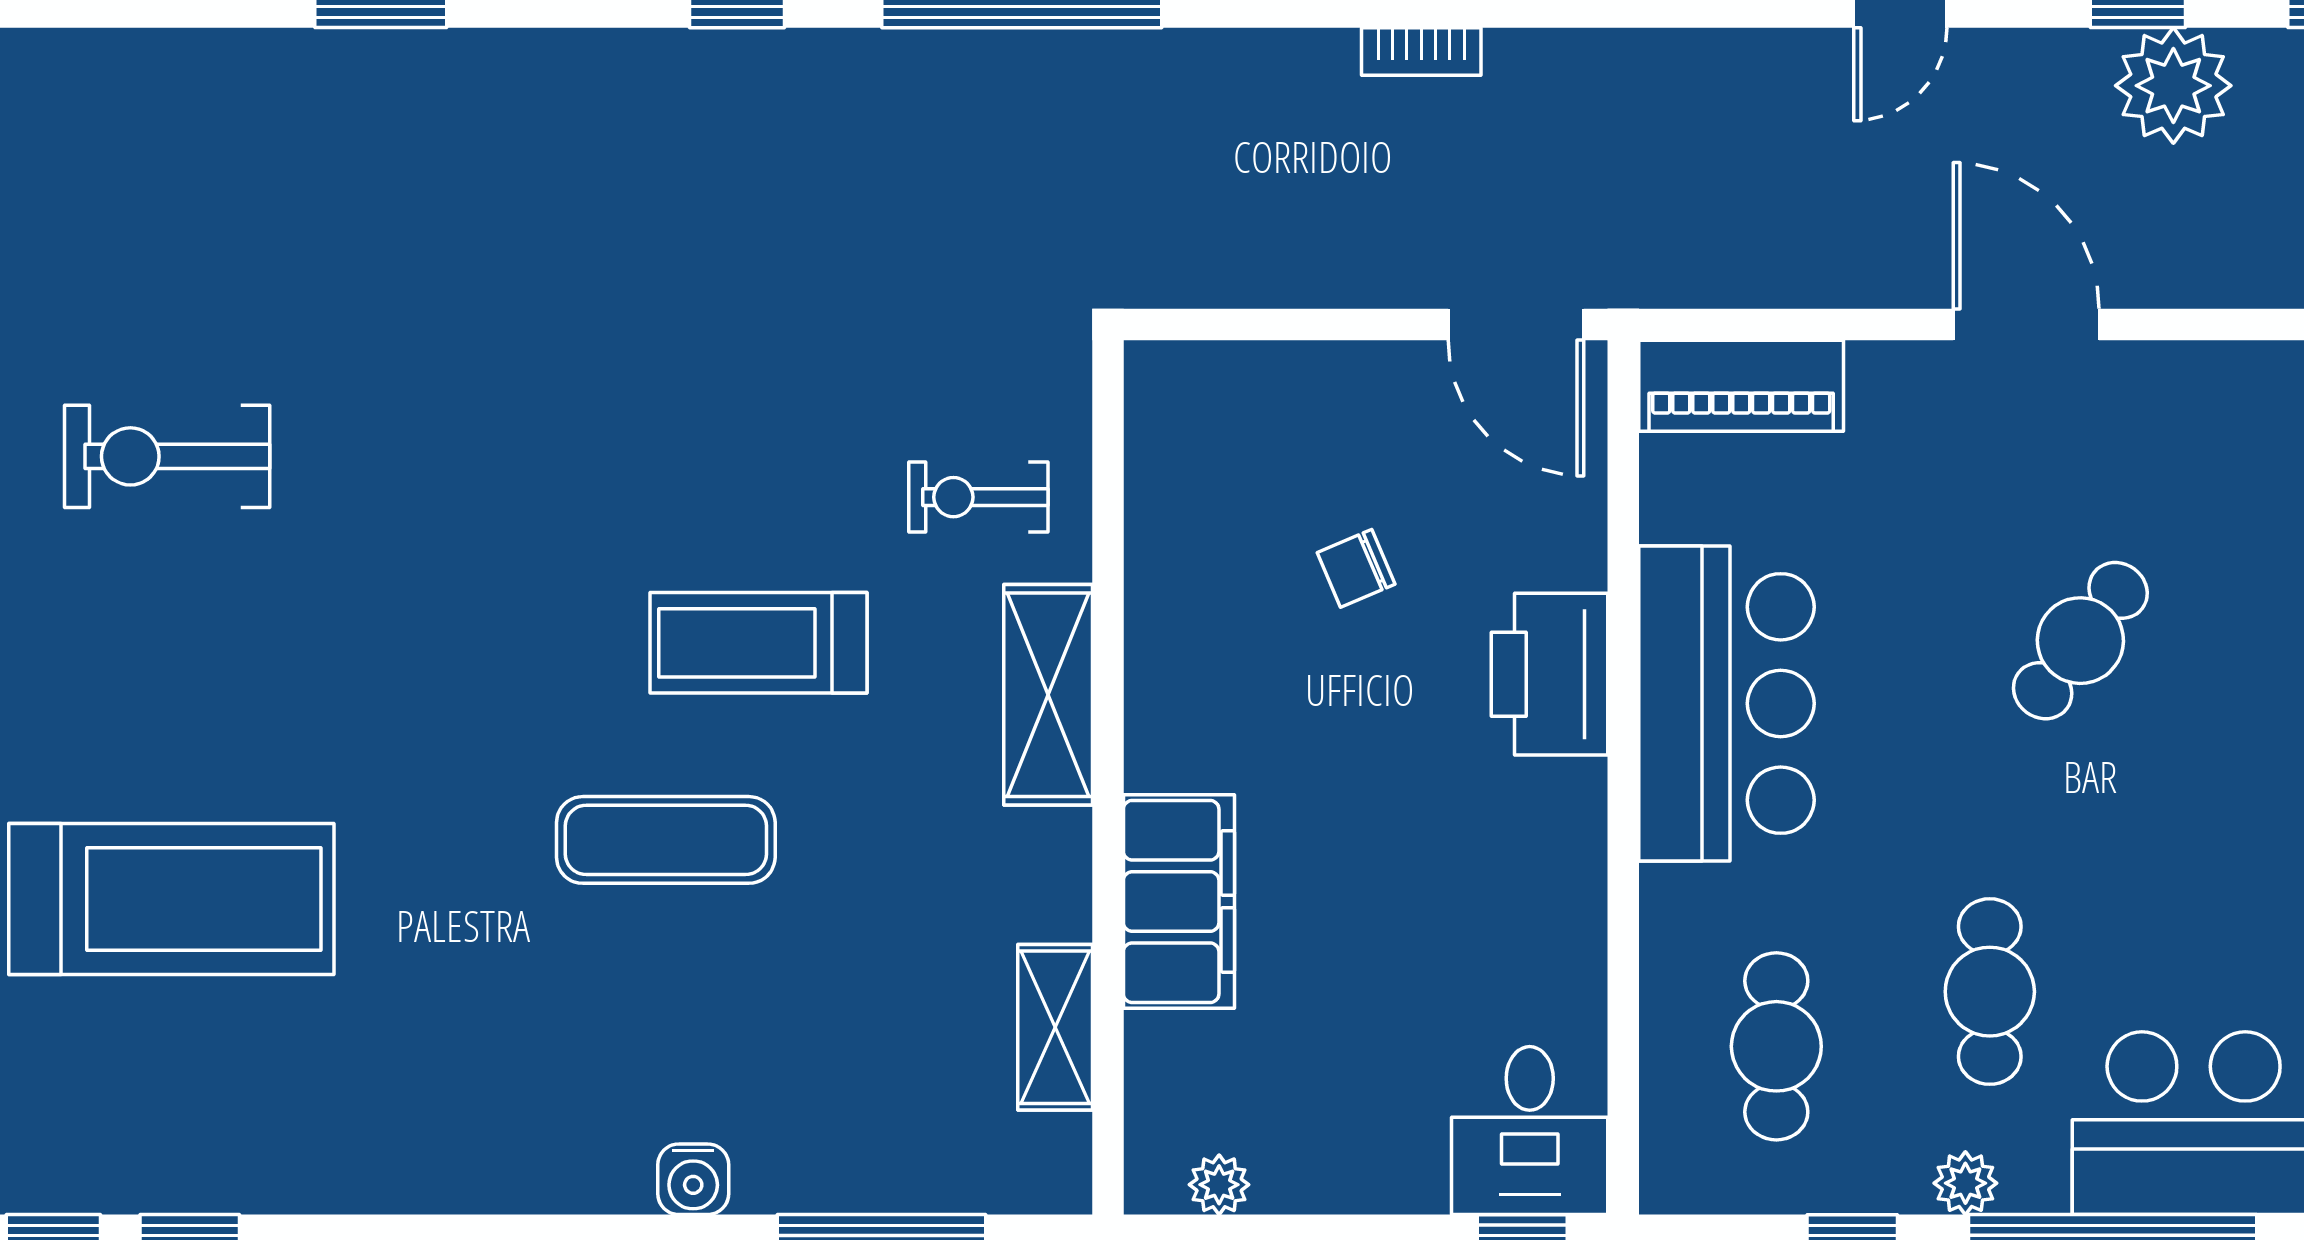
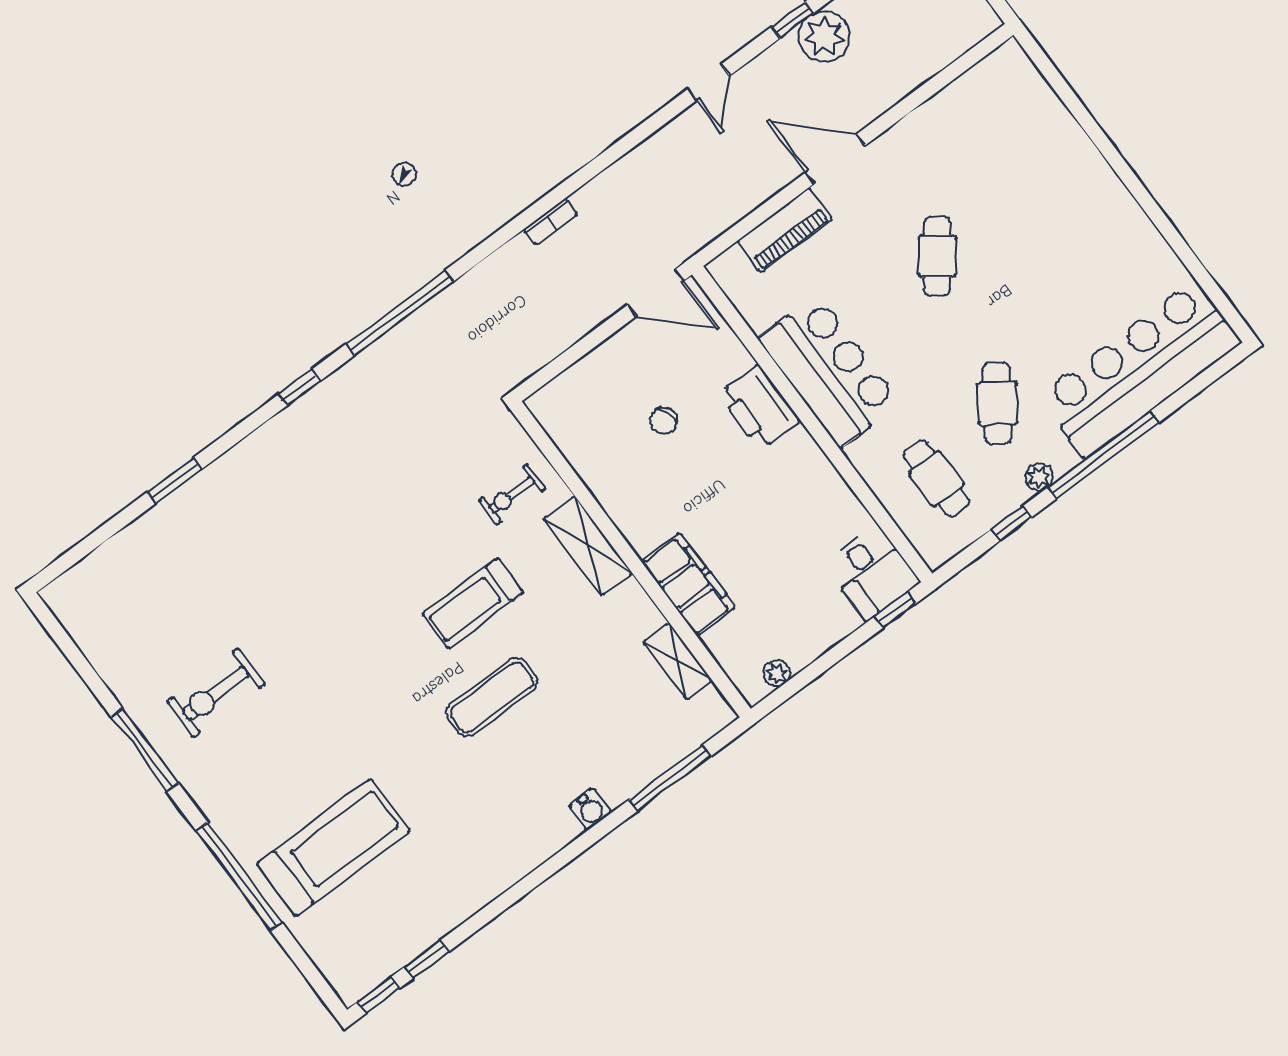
piano: (1741, 386) -> (785, 230), moved
cafe table: (1990, 992) -> (997, 403), turned 35

